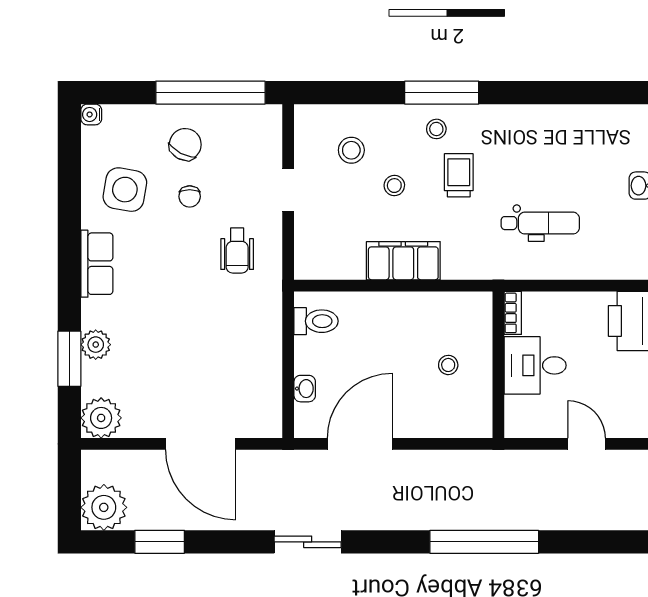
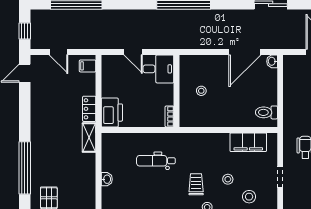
trolley: (459, 175) -> (196, 184), turned 180
filing cabinet: (403, 261) -> (248, 142), moved
desk: (535, 365) -> (158, 69), moved
washbasin: (305, 389) -> (272, 61), moved

